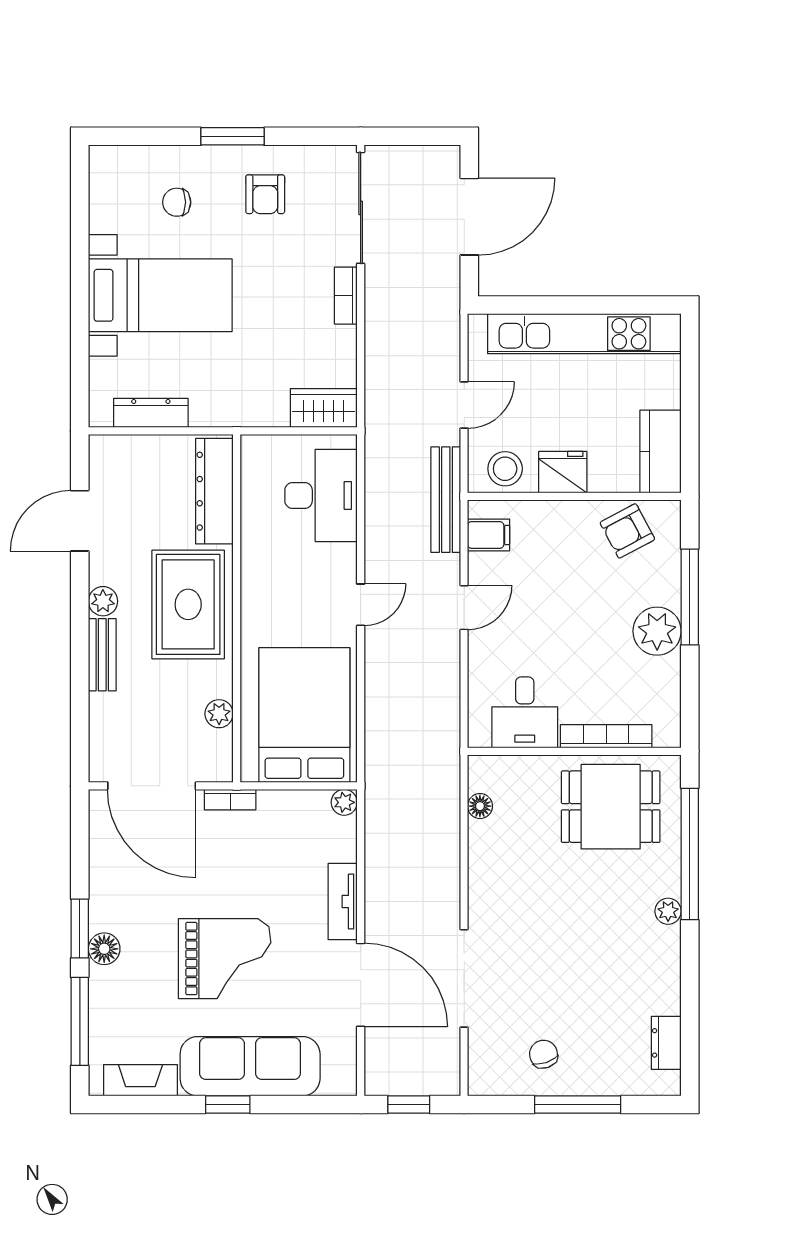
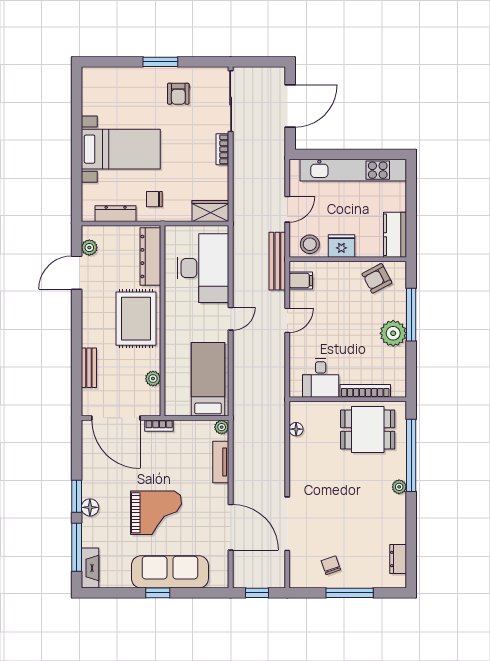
chair: (177, 202) -> (154, 199), moved
desk: (321, 495) -> (203, 268), width x1.36, depth x1.30
plant: (103, 601) -> (89, 248), moved
bench: (102, 655) -> (89, 368), moved
bed: (304, 715) -> (208, 379), width x0.67
tv unit: (343, 902) -> (221, 462), moved
fireplace: (140, 1080) -> (90, 568), moved, turned 90

